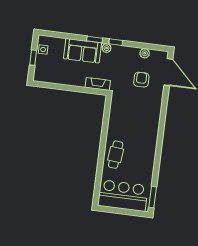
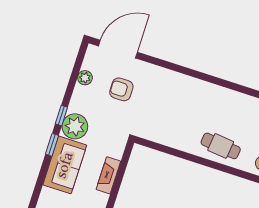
plant: (107, 48) -> (75, 126), width x1.88, depth x1.88
fireplace: (98, 84) -> (108, 175), moved

